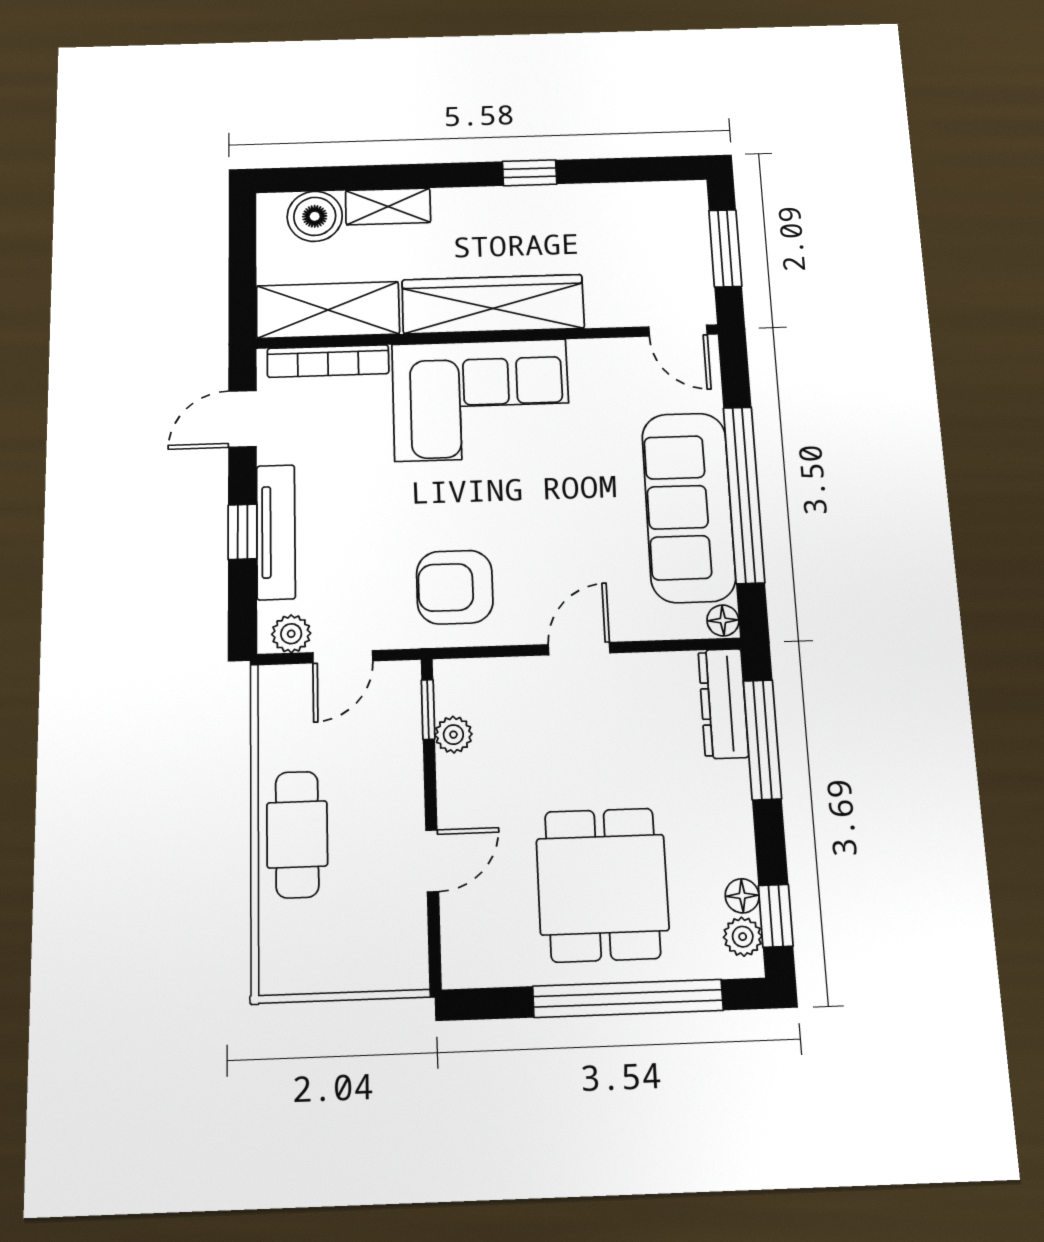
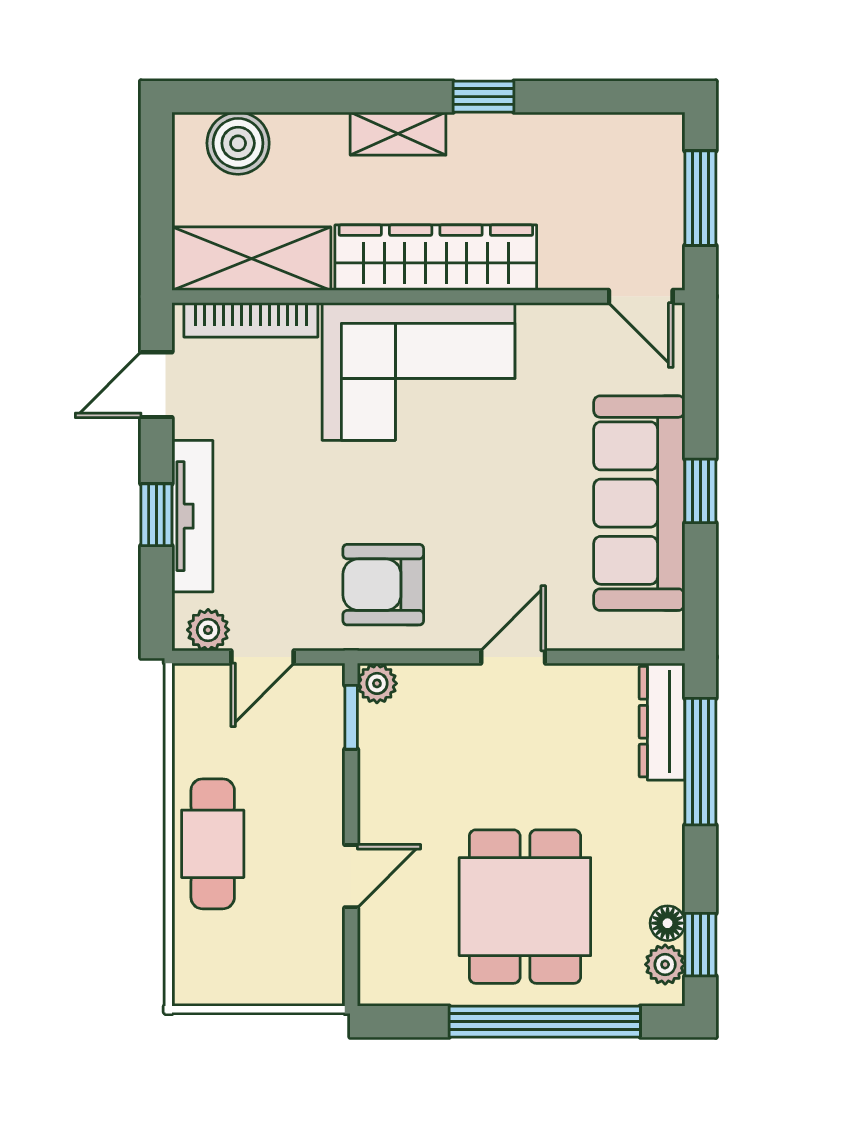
shelving: (388, 206) -> (398, 134), moved
window: (744, 494) -> (700, 491), width x0.32
floor lamp: (723, 620) -> (668, 631), removed
plant: (453, 735) -> (377, 683), moved

